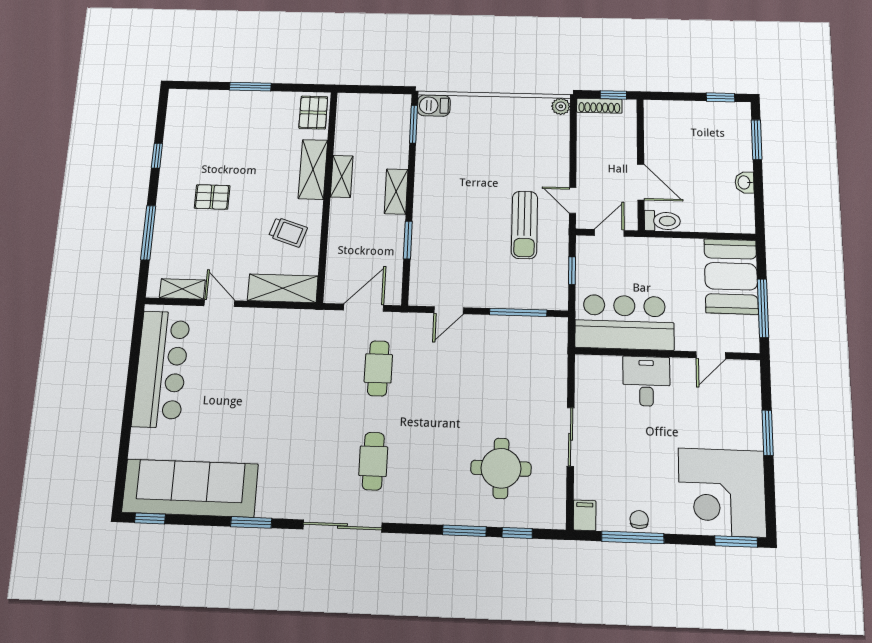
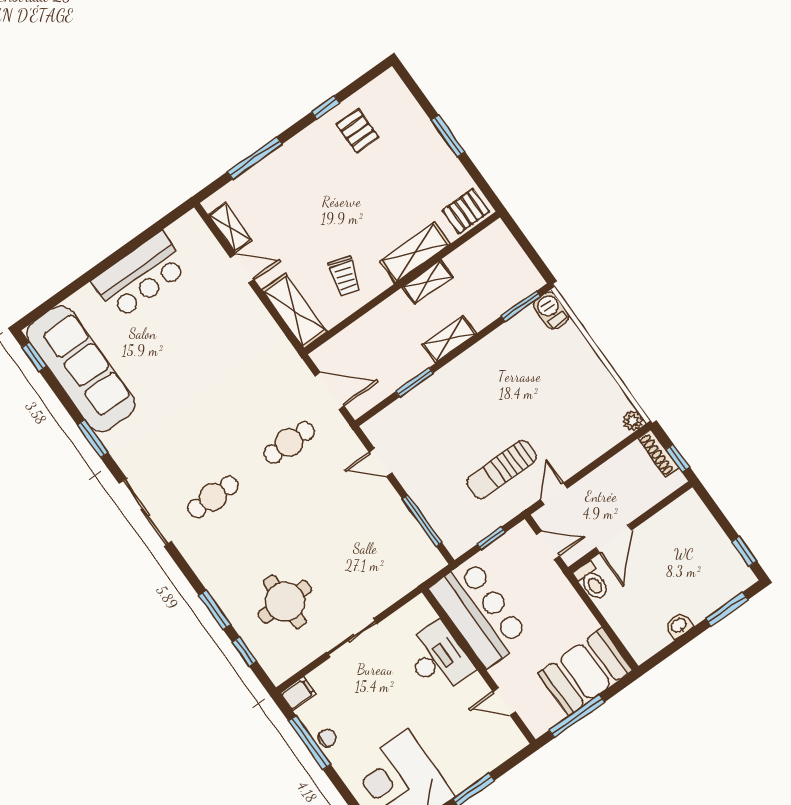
pallet: (212, 197) -> (357, 131), moved
door: (219, 303) -> (242, 269), hinge flipped
bar counter: (161, 369) -> (140, 275), width x0.73
desk: (646, 381) -> (438, 658), width x1.37

